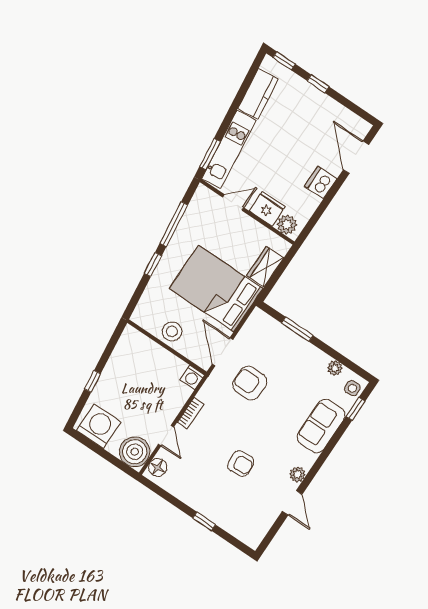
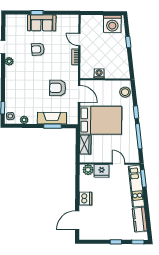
door: (356, 157) -> (77, 220), swing flipped
door: (233, 202) -> (119, 164), swing flipped
stool: (172, 331) -> (125, 92), moved
fireplace: (290, 342) -> (52, 118), added
washing machine: (192, 377) -> (99, 74), moved
armchair: (250, 383) -> (58, 88), turned 180
sofa: (321, 426) -> (42, 23), moved, turned 90
boiler: (135, 452) -> (89, 23), removed
floor lamp: (158, 467) -> (74, 23), removed

